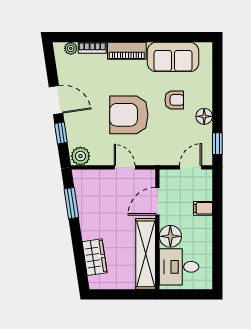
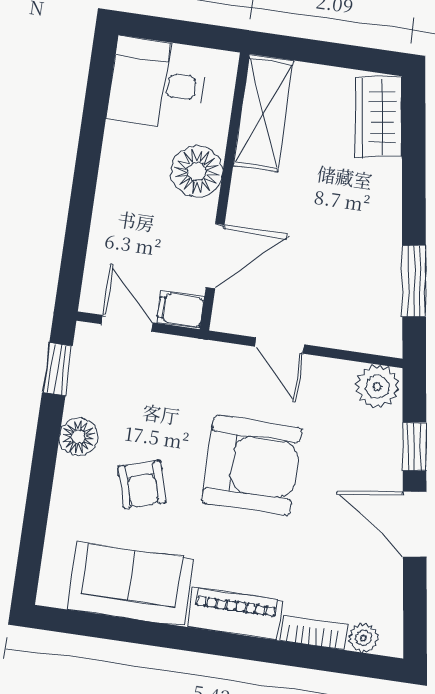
armchair: (174, 100) -> (142, 484), turned -106
door: (191, 167) -> (127, 323), swing flipped
filing cabinet: (203, 208) -> (180, 310), moved, turned 180
shelving: (146, 254) -> (264, 113), width x0.68
wardrobe: (95, 257) -> (379, 117), moved
desk: (179, 267) -> (157, 83), moved, turned 180

